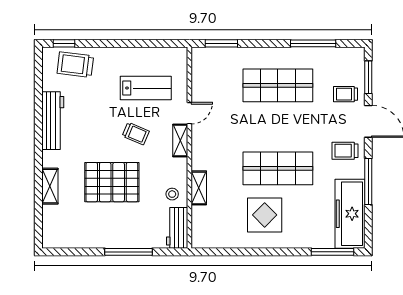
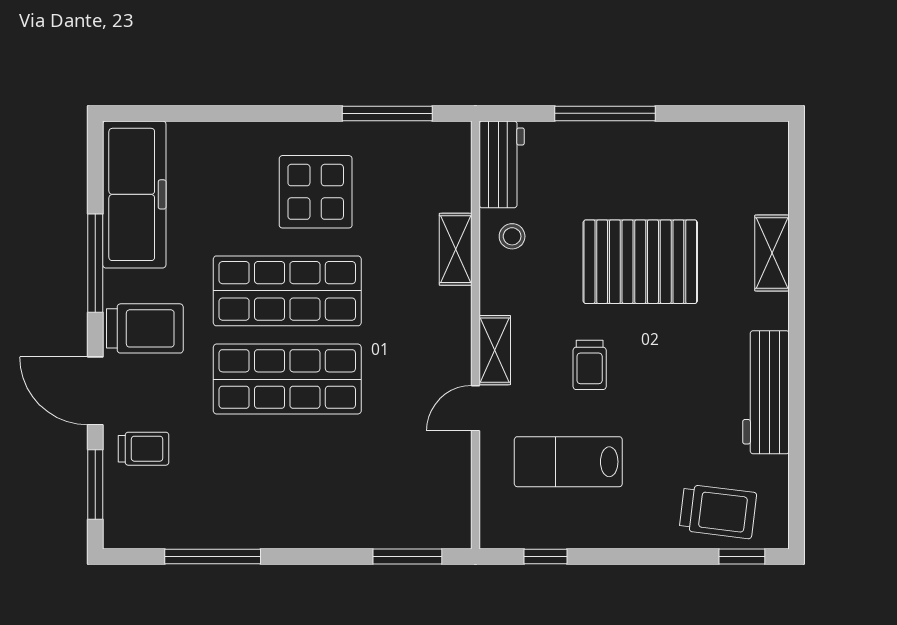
window: (157, 43) -> (545, 556), added
shop shelf: (278, 85) -> (287, 379), moved
trolley: (136, 134) -> (590, 365), turned -113
trolley: (345, 151) -> (145, 328), width x1.36, depth x1.39
window: (333, 252) -> (387, 113), moved

